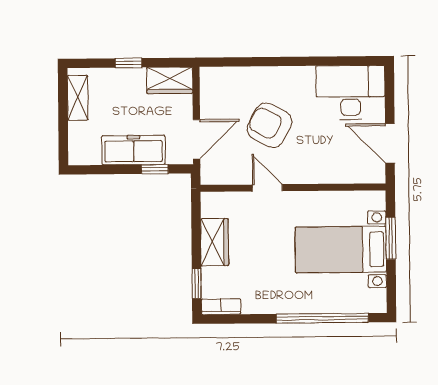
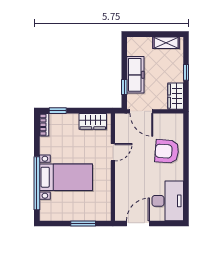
armchair: (270, 125) -> (167, 151), moved, turned -114
wardrobe: (215, 242) -> (93, 121), moved
bed with nightstands: (341, 250) -> (66, 177), moved, turned 90

